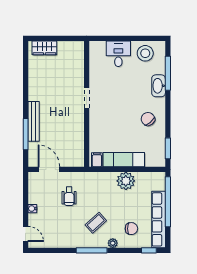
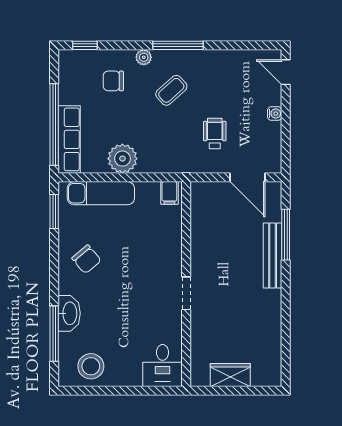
wardrobe: (44, 48) -> (230, 375), moved
desk: (118, 54) -> (163, 365), moved
exam couch: (124, 160) -> (101, 193), moved
row of seats: (159, 219) -> (69, 139), moved, width x0.73

